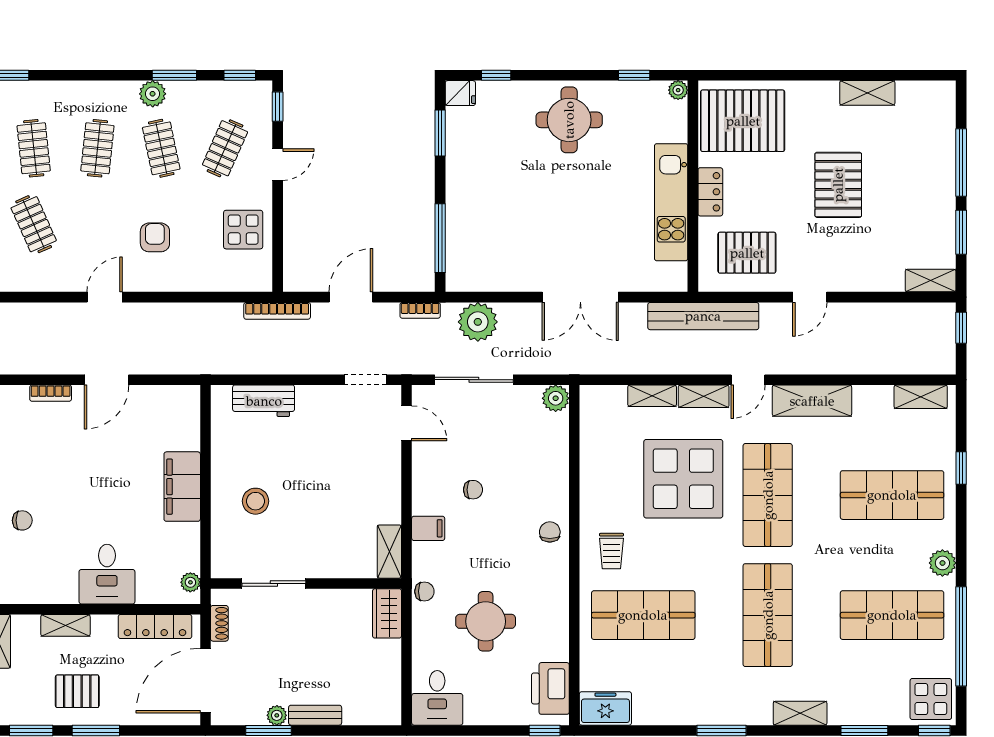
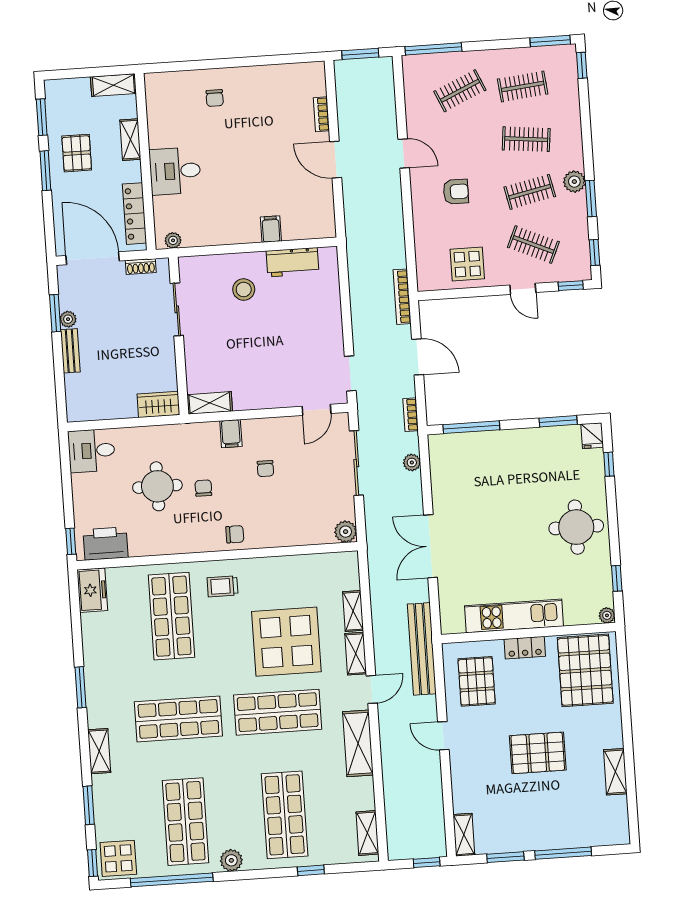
plant: (478, 322) -> (412, 462), width x0.53, depth x0.53
door: (748, 380) -> (372, 689), swing flipped
workbench: (264, 401) -> (292, 262), moved, turned -90
filing cabinet: (182, 487) -> (271, 229), width x0.33, depth x0.86
chair: (424, 591) -> (203, 488), moved, turned 180

